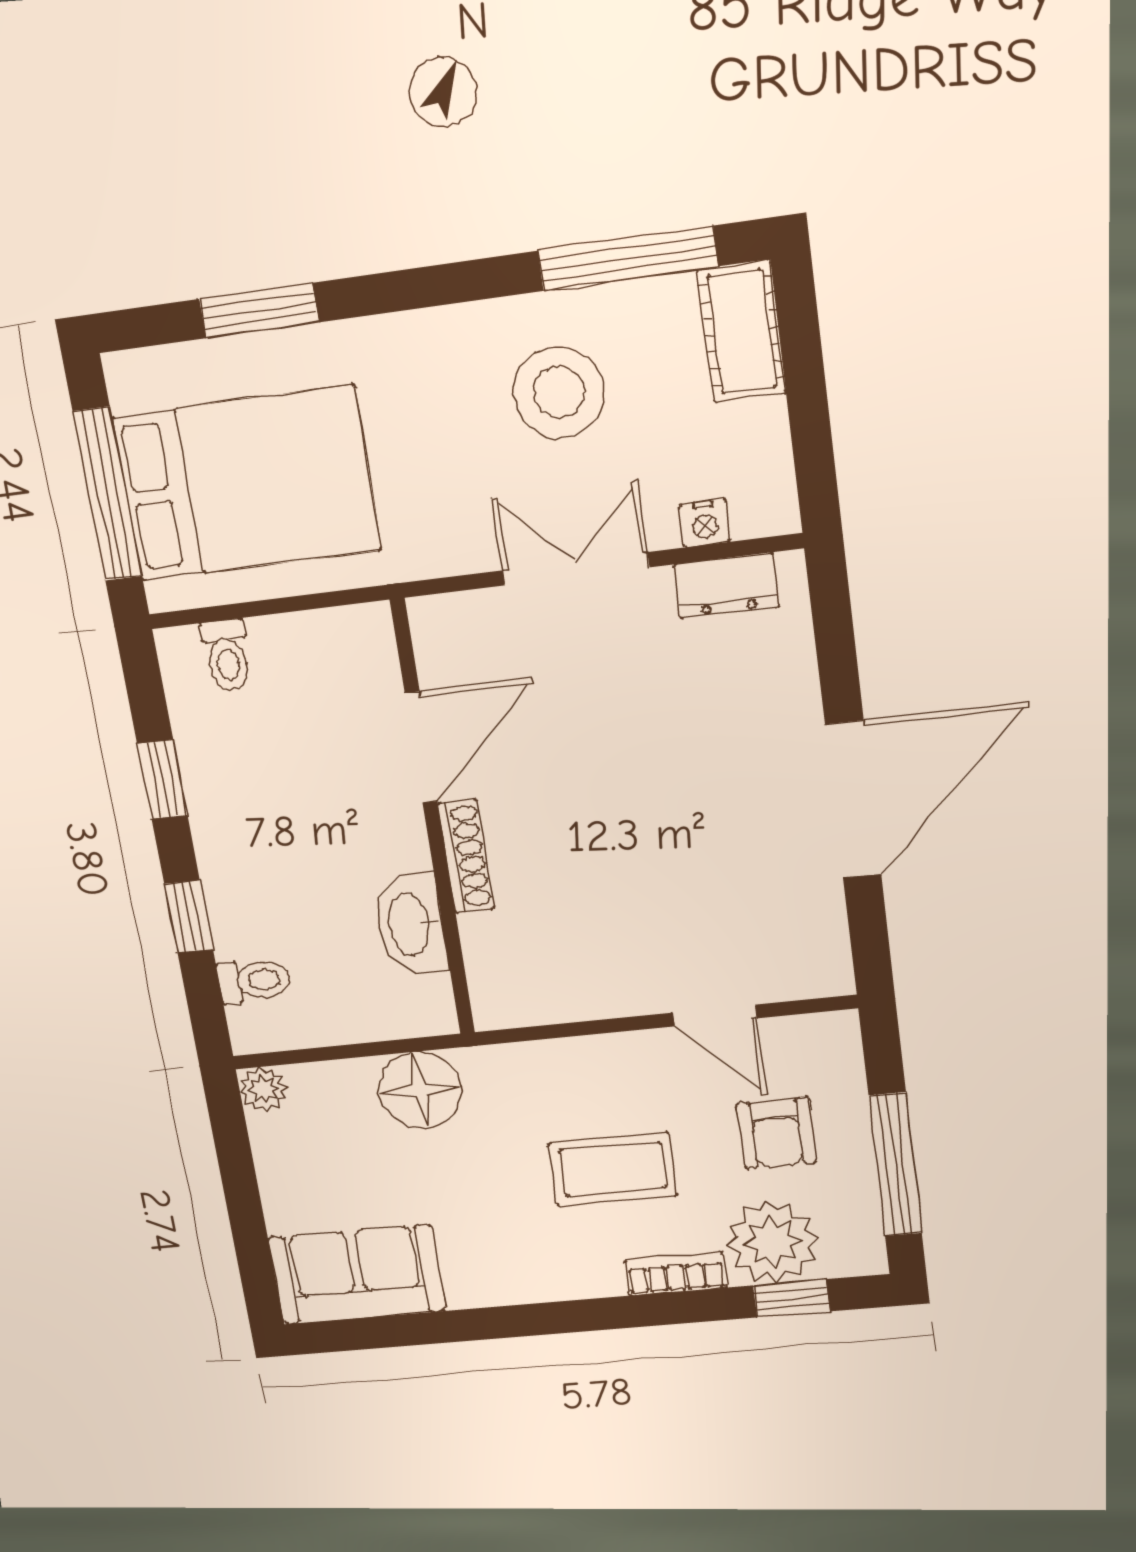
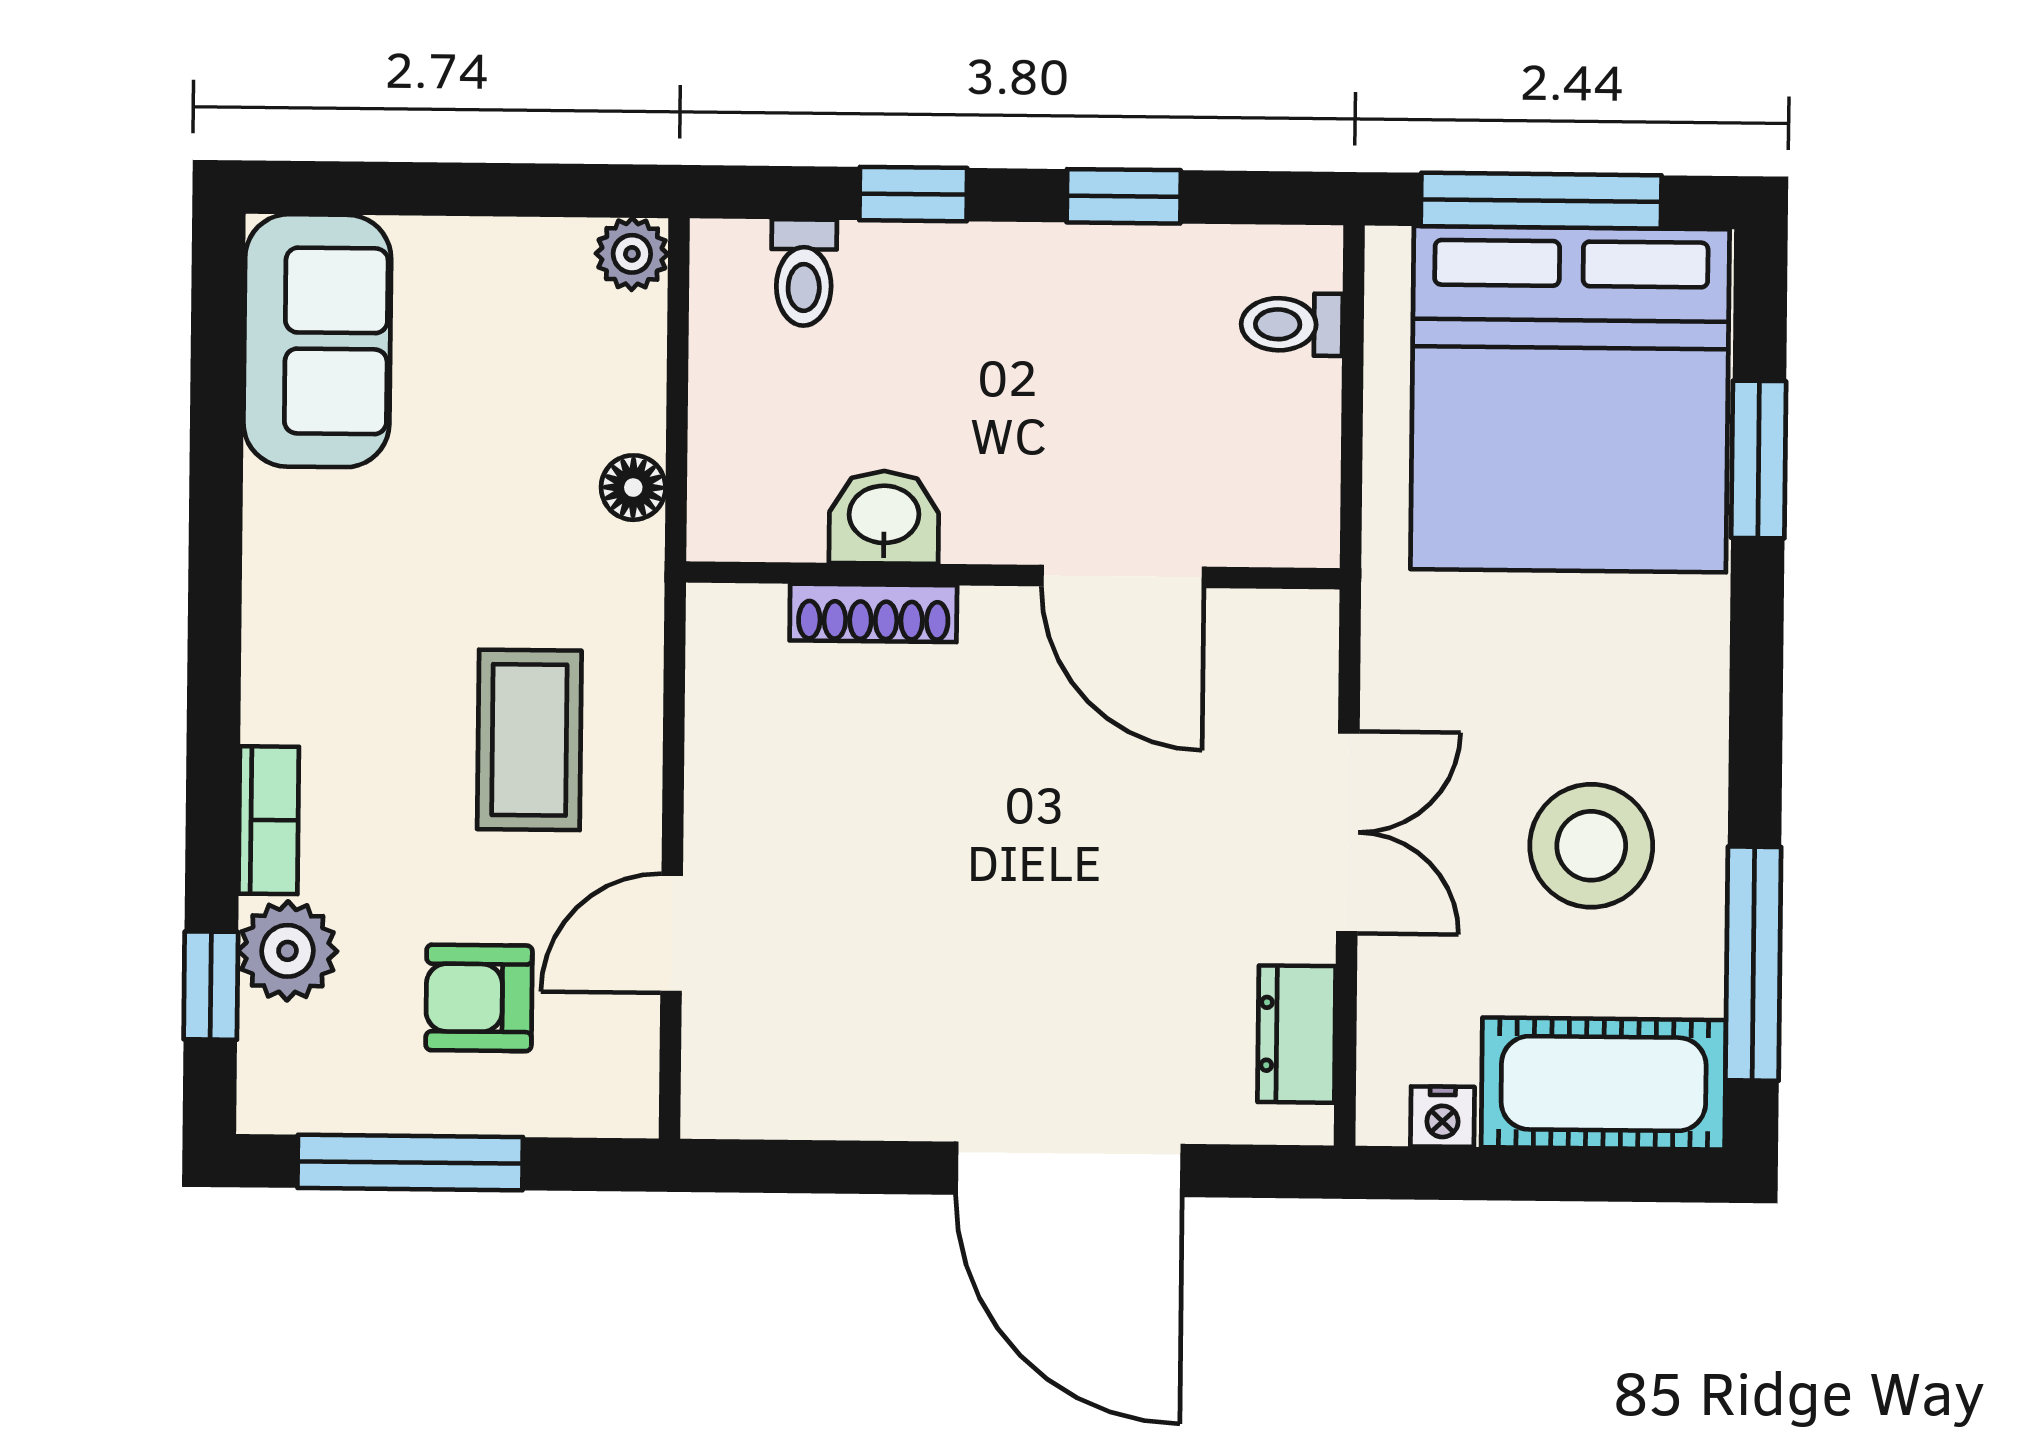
cot: (742, 331) -> (1604, 1084), width x1.37, depth x1.34
bed: (247, 484) -> (1570, 399), width x1.36
nightstand: (705, 523) -> (1443, 1117), moved, turned -90
door: (853, 800) -> (1069, 1169), moved
shoe rack: (466, 856) -> (873, 613), moved
washbasin: (411, 924) -> (884, 517), width x0.72
floor lamp: (420, 1090) -> (633, 488), width x0.53, depth x0.53
coffee table: (613, 1169) -> (529, 740), moved
plant: (772, 1242) -> (288, 951), width x0.73, depth x0.73

